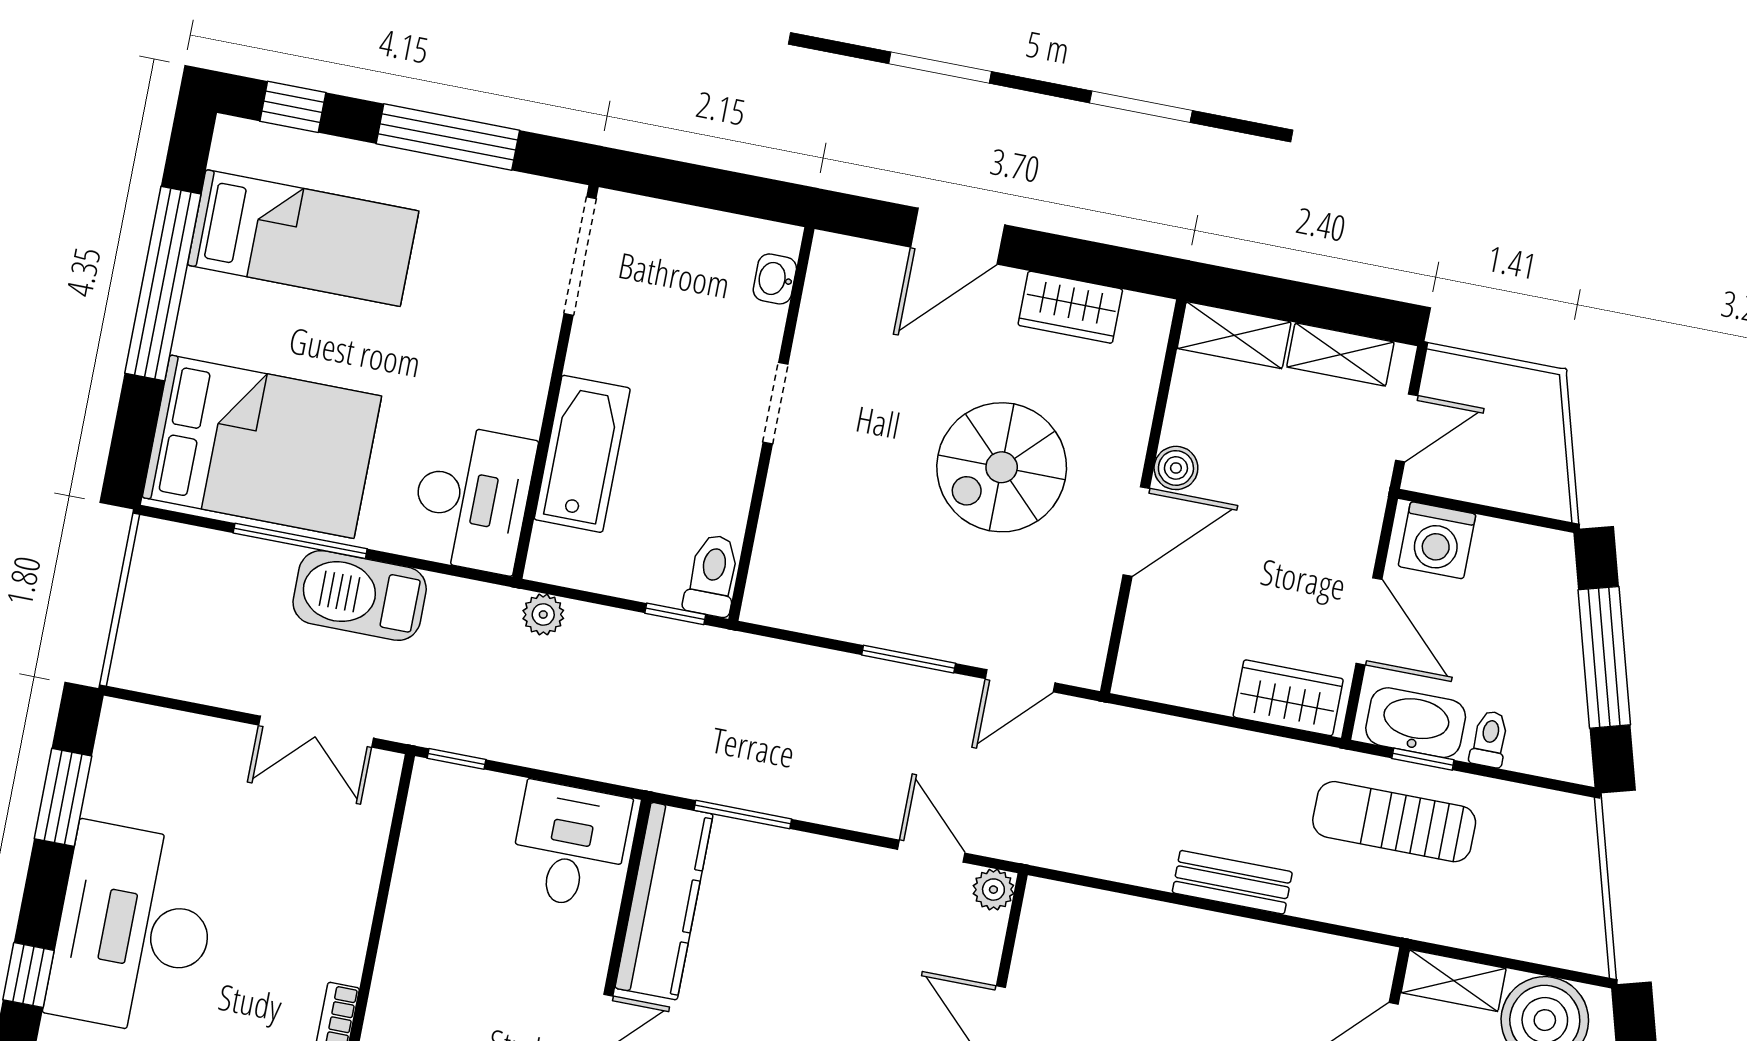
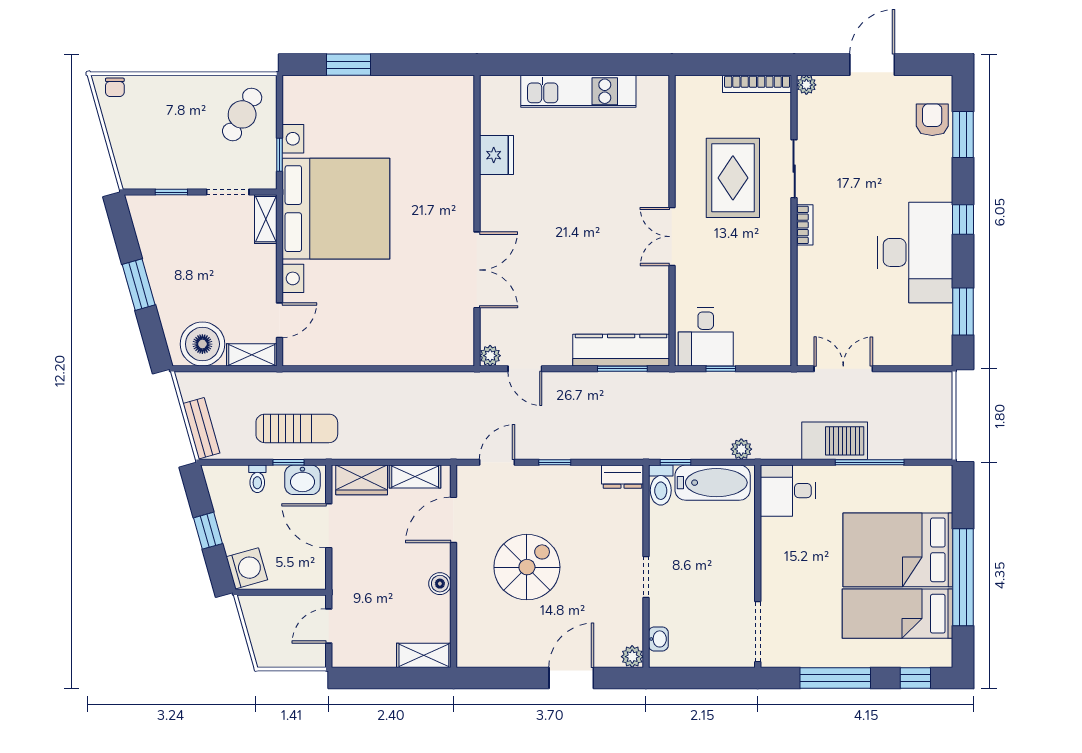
plant: (832, 255) -> (632, 657), added
wardrobe: (1070, 307) -> (508, 654), removed
shelving: (1340, 354) -> (415, 476), moved
bed: (262, 447) -> (898, 550), moved
bathtub: (582, 454) -> (713, 483), moved, turned -90
desk: (472, 498) -> (788, 491), width x0.73
door: (1136, 531) -> (454, 520), moved
washing machine: (1437, 540) -> (247, 568), moved, turned 74
dresser: (783, 606) -> (622, 477), added
window: (1604, 657) -> (208, 531), width x0.46
window: (909, 659) -> (555, 462), width x0.67
washbasin: (1416, 723) -> (302, 480), width x0.72
window: (456, 759) -> (721, 369), moved
bench: (1232, 882) -> (201, 428), moved, turned 74
kitchen counter: (664, 901) -> (621, 350), moved, turned 90

